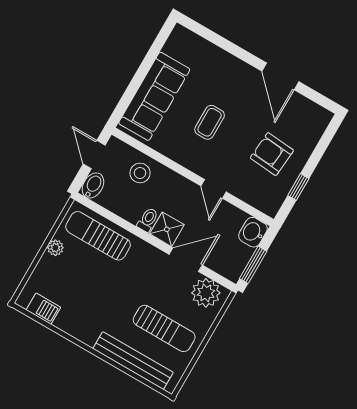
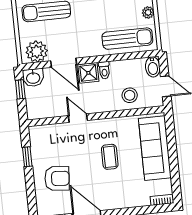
bookcase: (187, 35) -> (162, 200), added
armchair: (272, 154) -> (57, 178), moved
washbasin: (253, 232) -> (33, 78), moved, turned 90
door: (186, 260) -> (64, 63), hinge flipped
window: (253, 265) -> (20, 89), width x0.67

